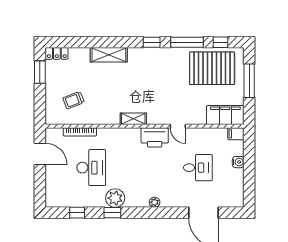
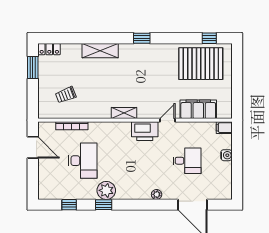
window: (187, 42) -> (176, 38), removed
window: (249, 81) -> (237, 76), removed
filing cabinet: (225, 115) -> (198, 109), moved
door: (178, 126) -> (168, 120), swing flipped
plant: (155, 202) -> (157, 194), moved

